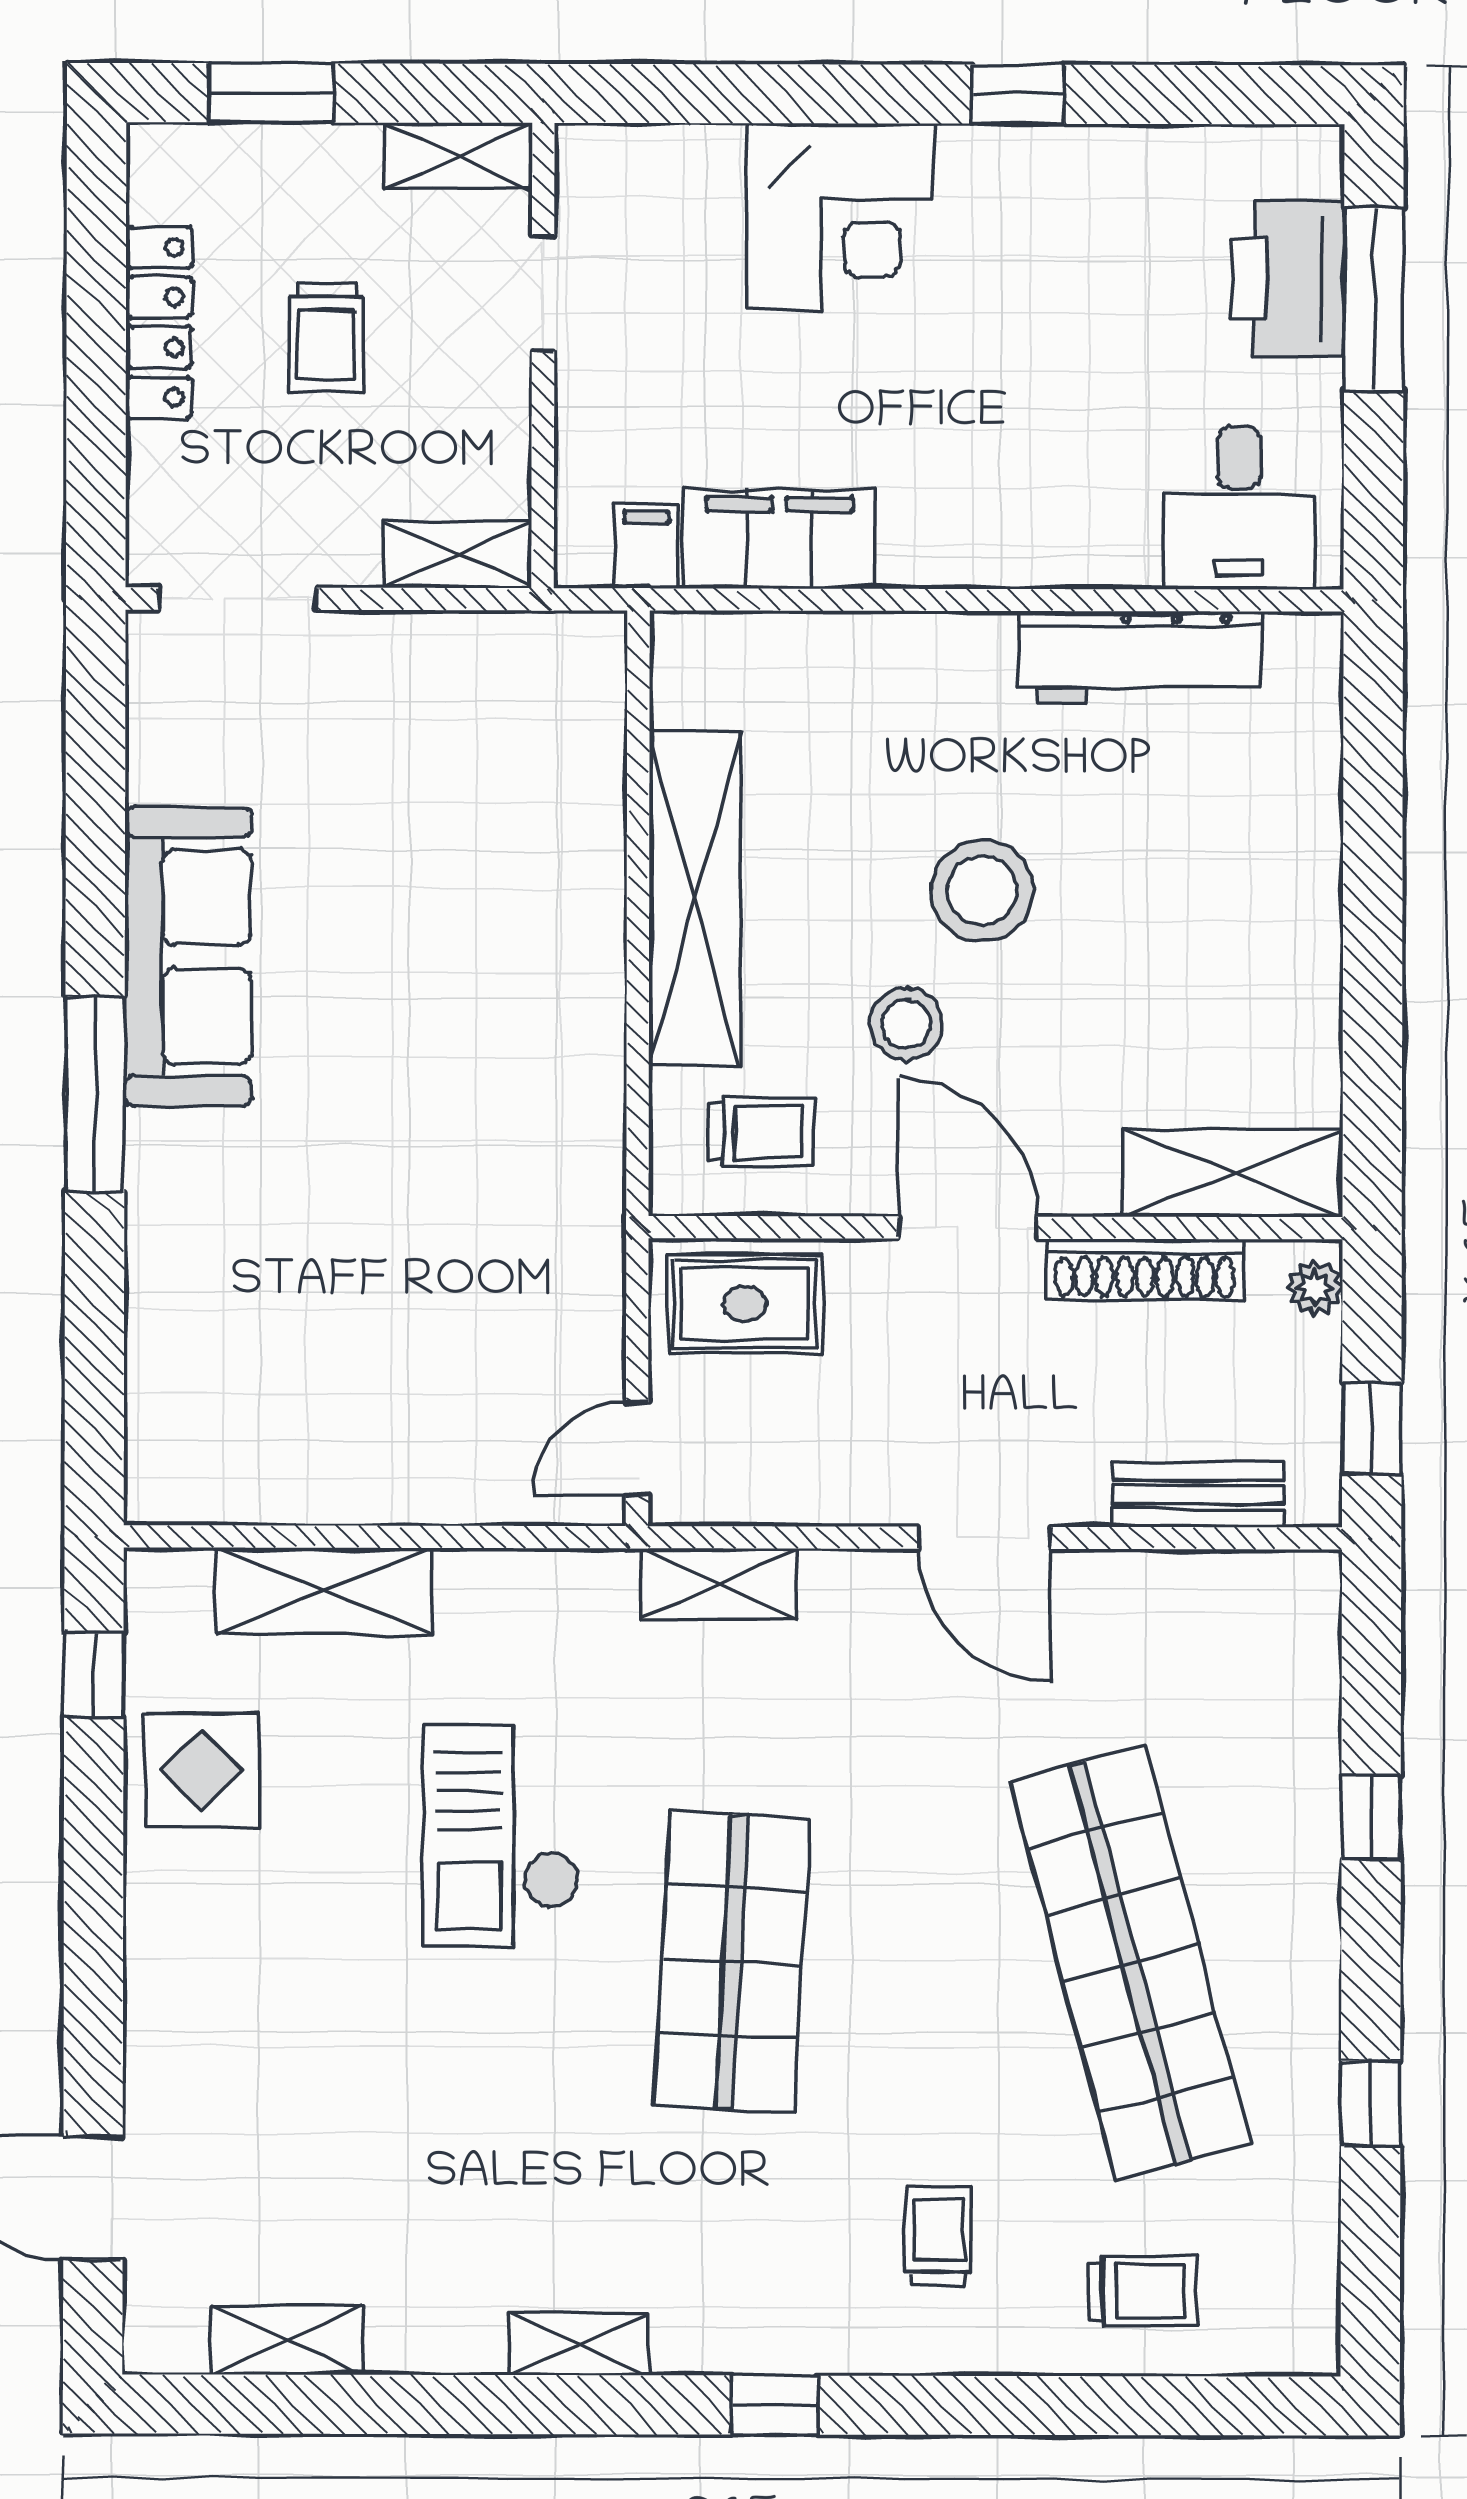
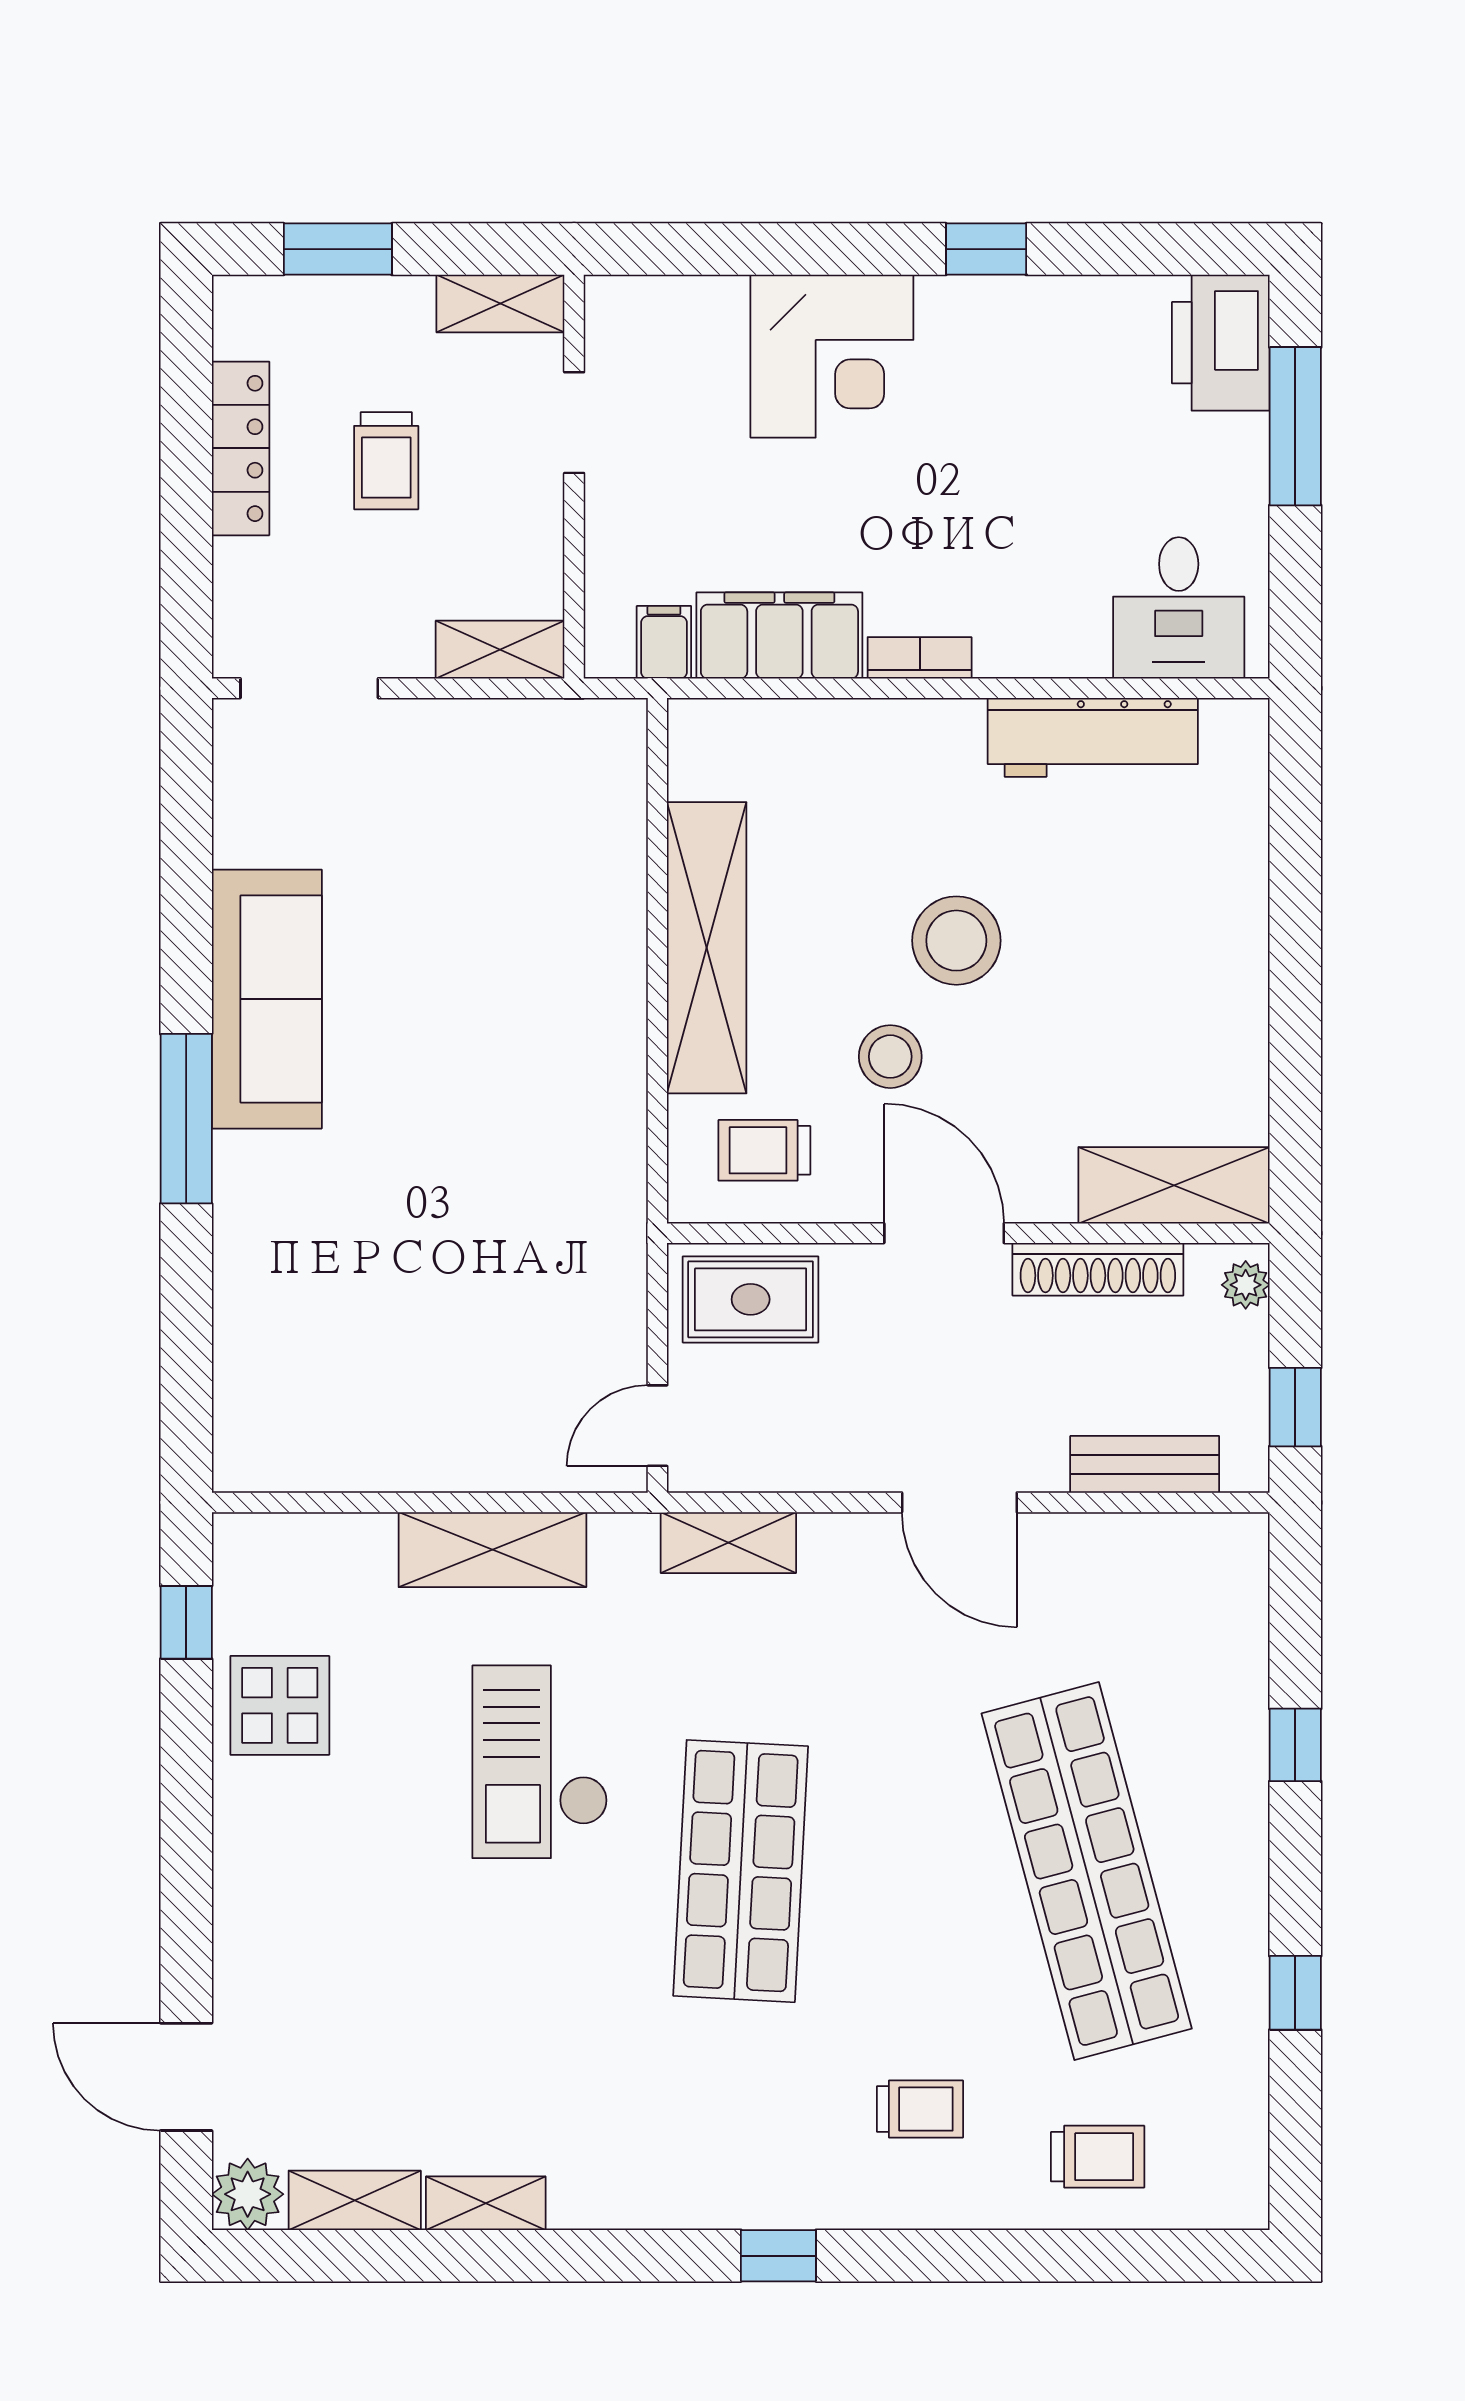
printer: (1288, 278) -> (1221, 343), moved
bookcase: (941, 565) -> (920, 658), added
trolley: (761, 1132) -> (764, 1150), turned 180
shelving: (324, 1591) -> (492, 1550), moved
trolley: (938, 2236) -> (920, 2109), turned 90
plant: (164, 2333) -> (248, 2194), added
shelving: (579, 2344) -> (486, 2203), moved

